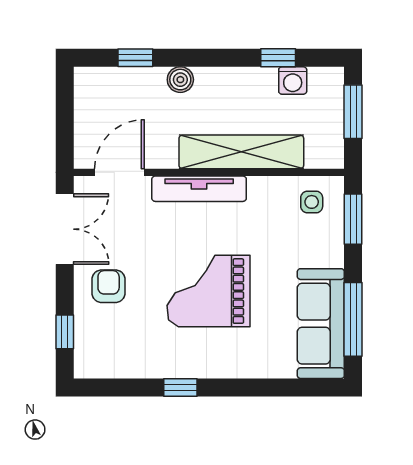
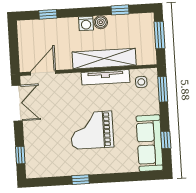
boiler: (180, 80) -> (101, 22), moved
washing machine: (293, 80) -> (86, 24), moved
tv unit: (199, 189) -> (105, 77), moved
armchair: (109, 286) -> (41, 131), removed
window: (353, 319) -> (166, 140), width x0.46

